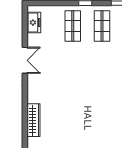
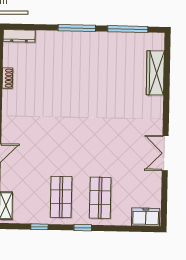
freezer: (34, 23) -> (146, 217), moved, turned 90

